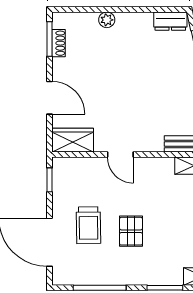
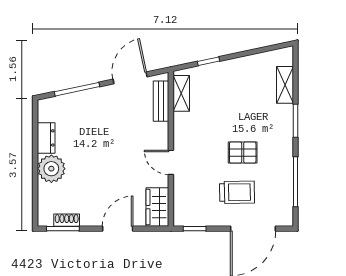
plant: (107, 20) -> (51, 169), width x1.88, depth x1.88
dresser: (170, 21) -> (46, 138), moved
door: (120, 155) -> (171, 162), swing flipped

